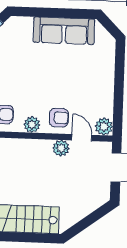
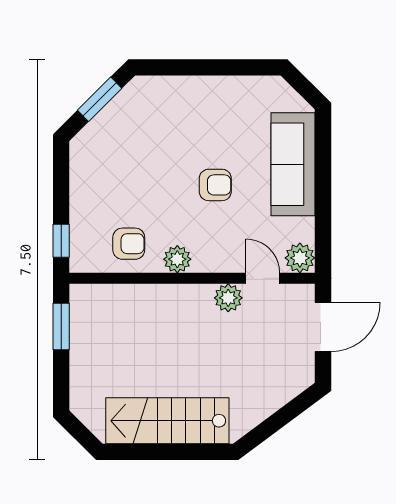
sofa: (64, 31) -> (293, 164), moved, turned 90
armchair: (59, 118) -> (215, 185), moved

